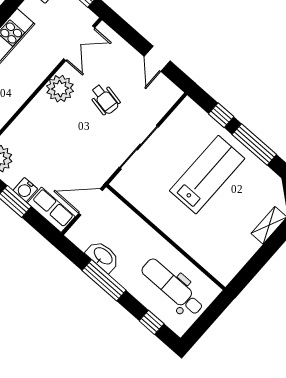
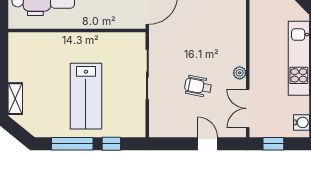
door: (157, 59) -> (208, 144), moved
plant: (60, 89) -> (240, 73), width x0.53, depth x0.53

